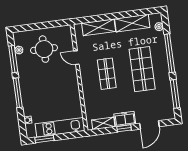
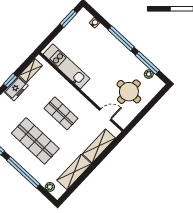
door: (76, 58) -> (105, 115), moved
kitchen unit: (60, 127) -> (67, 66), moved, turned -90

